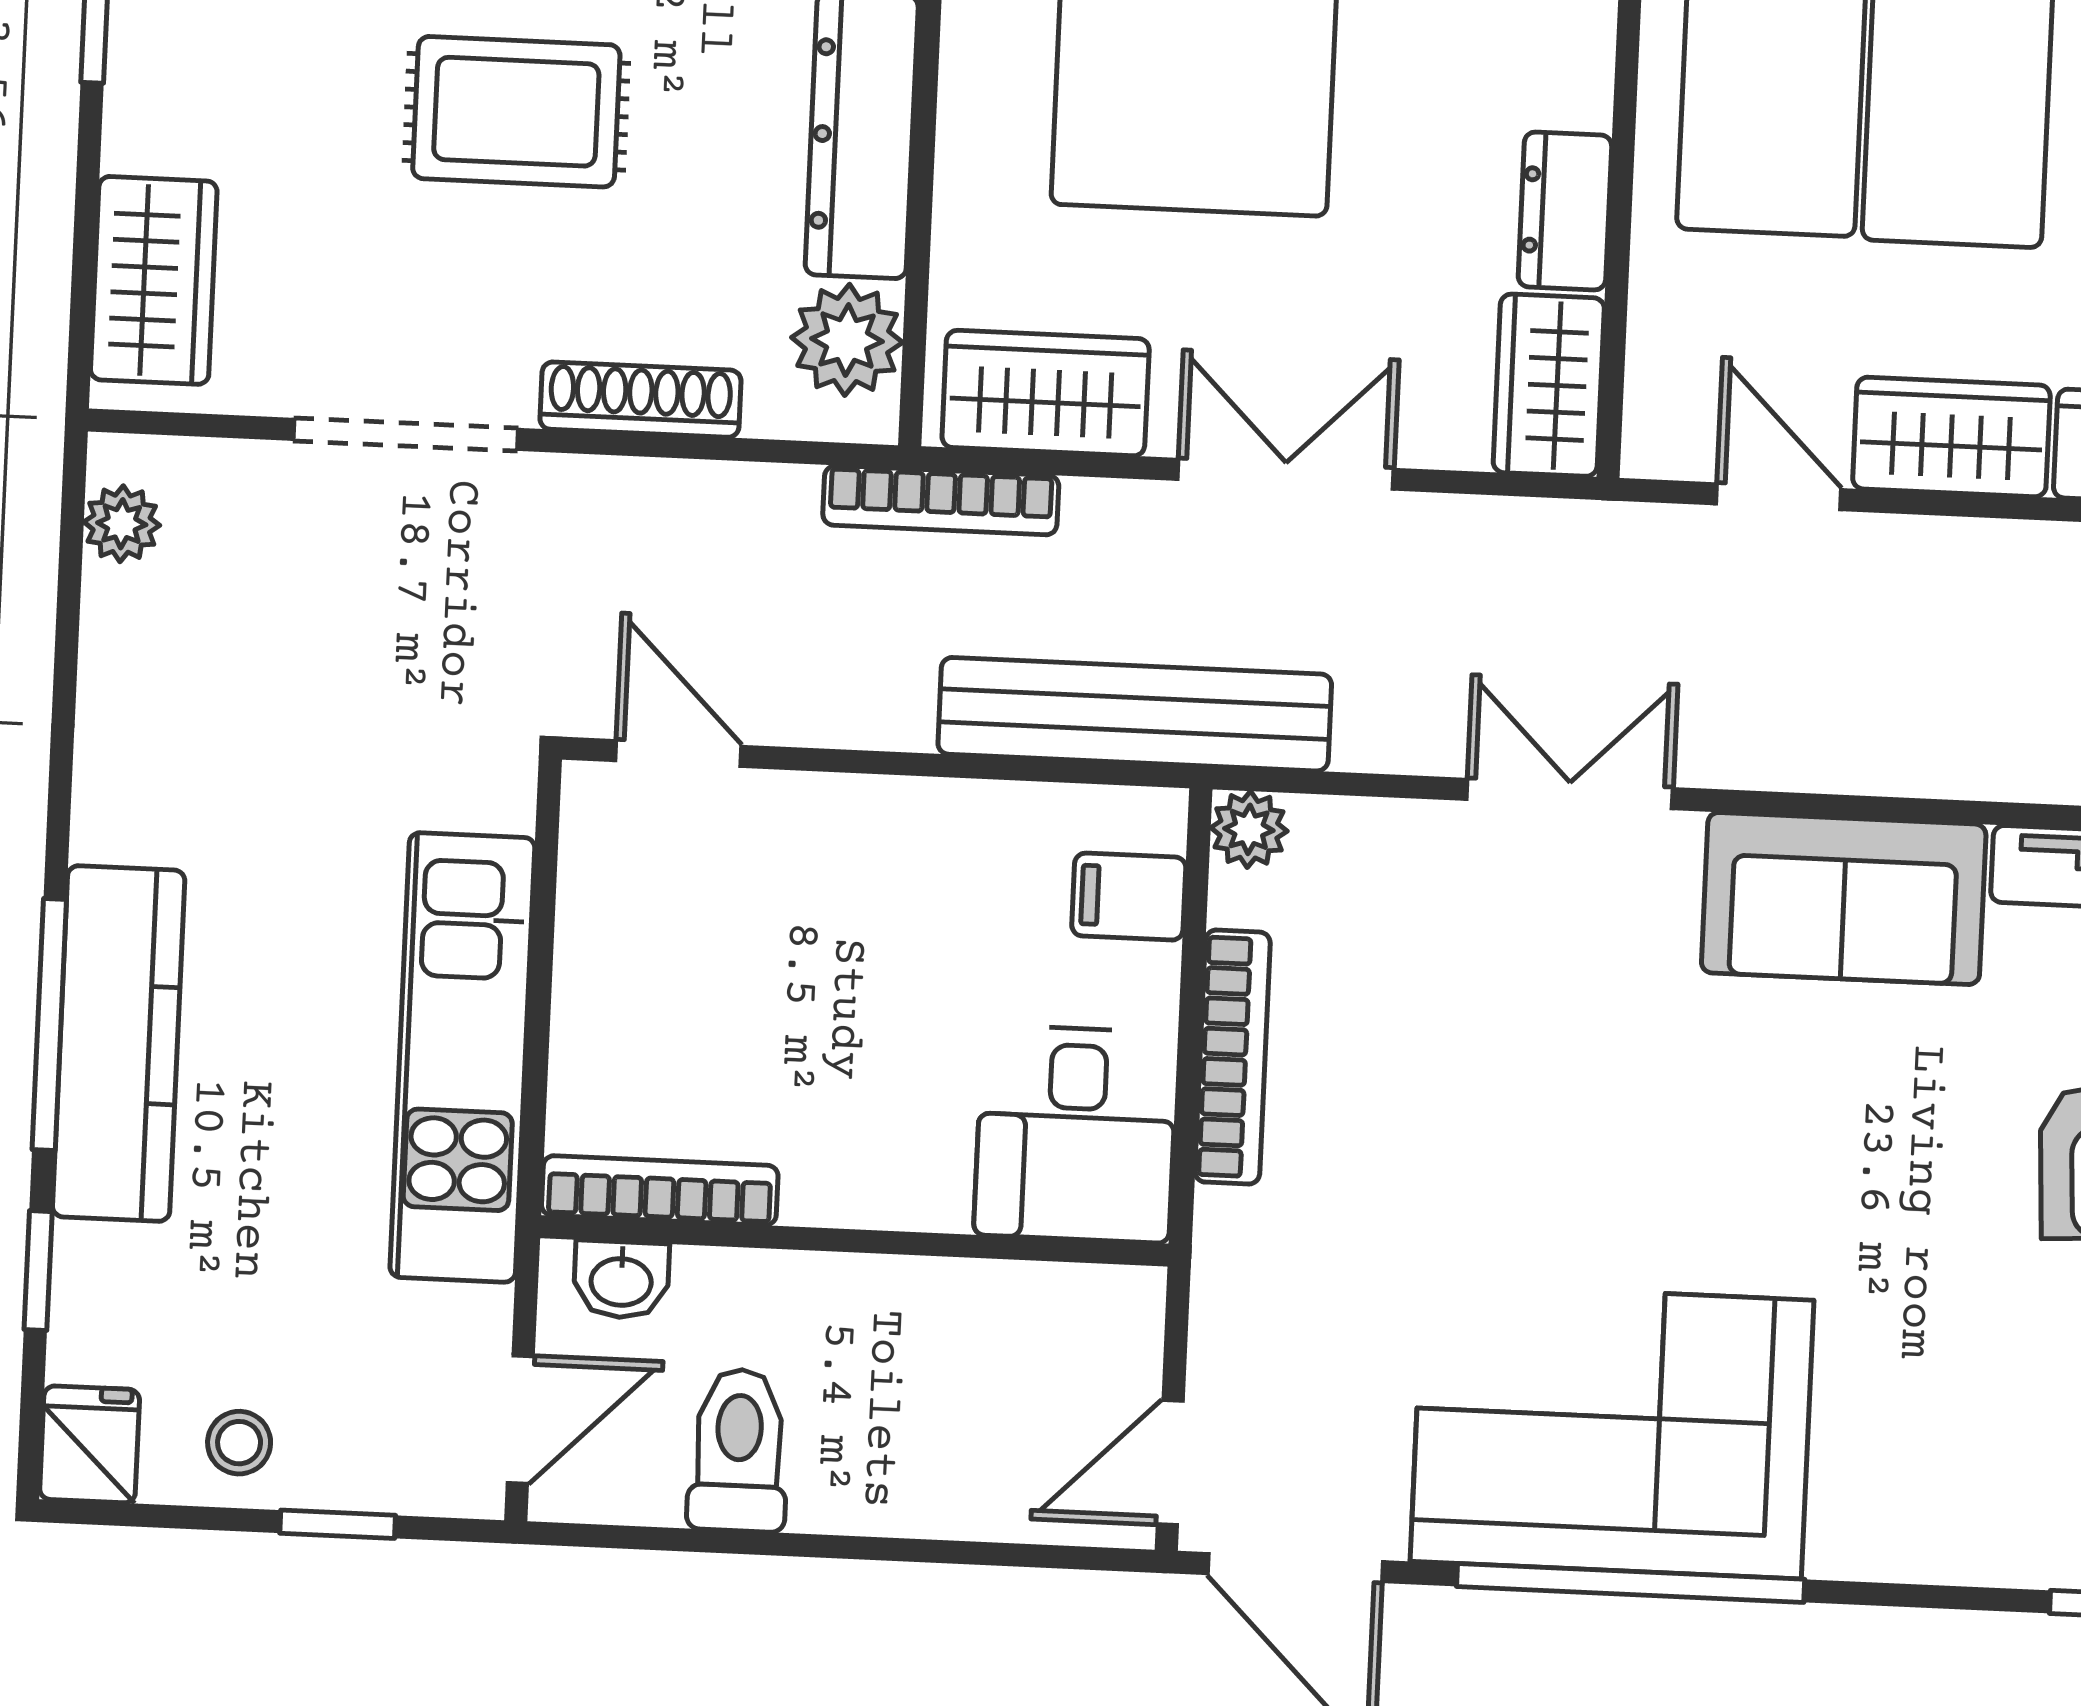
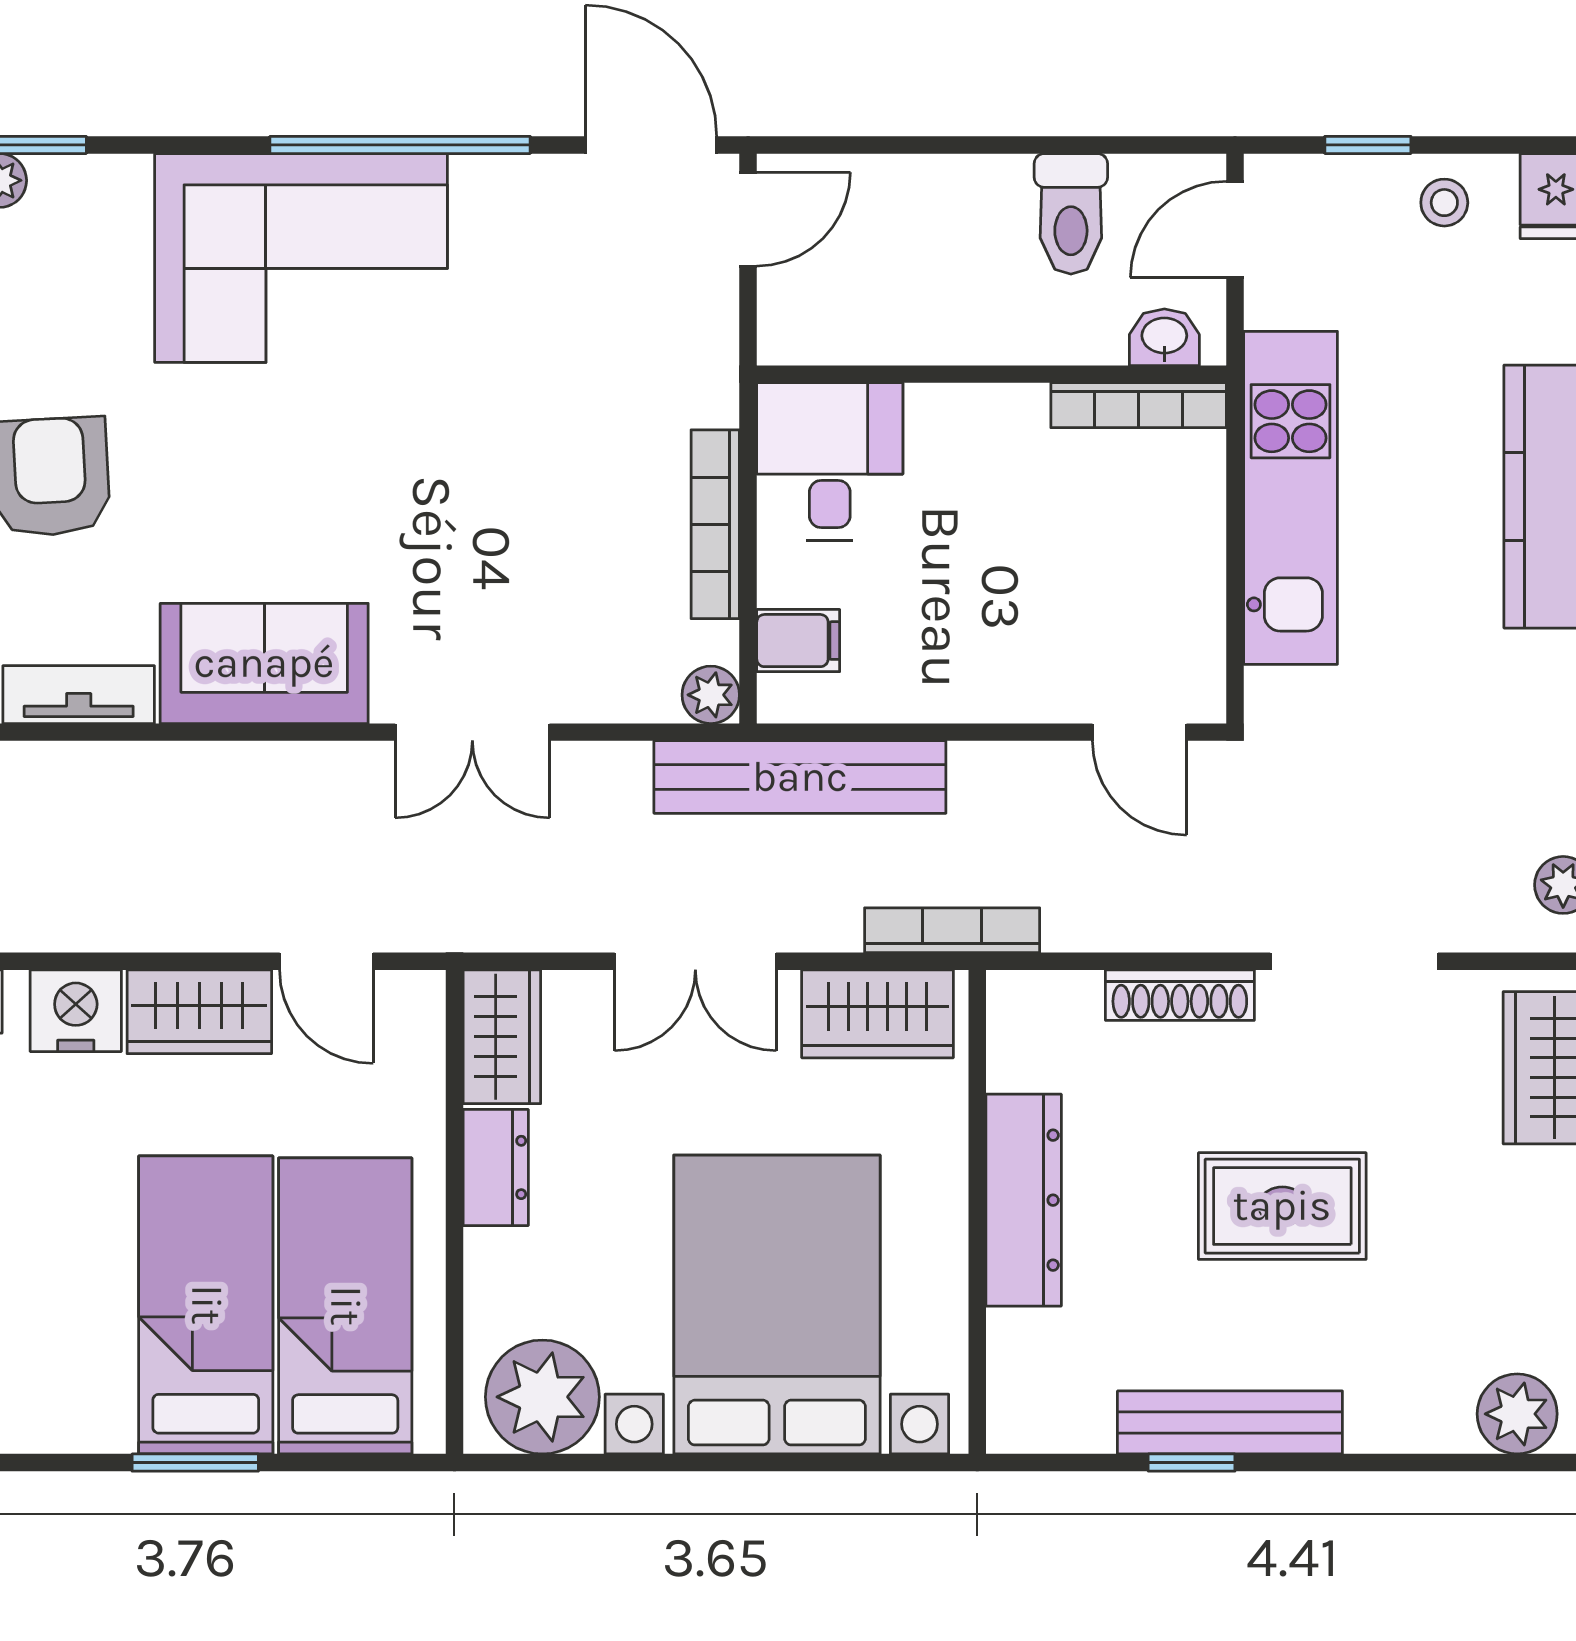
plant: (847, 340) -> (1028, 1047), removed
corner sofa: (1612, 1431) -> (301, 258), moved

